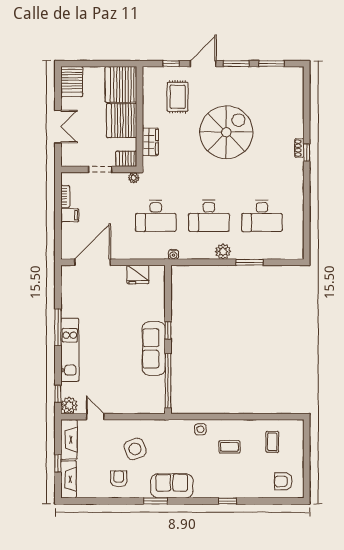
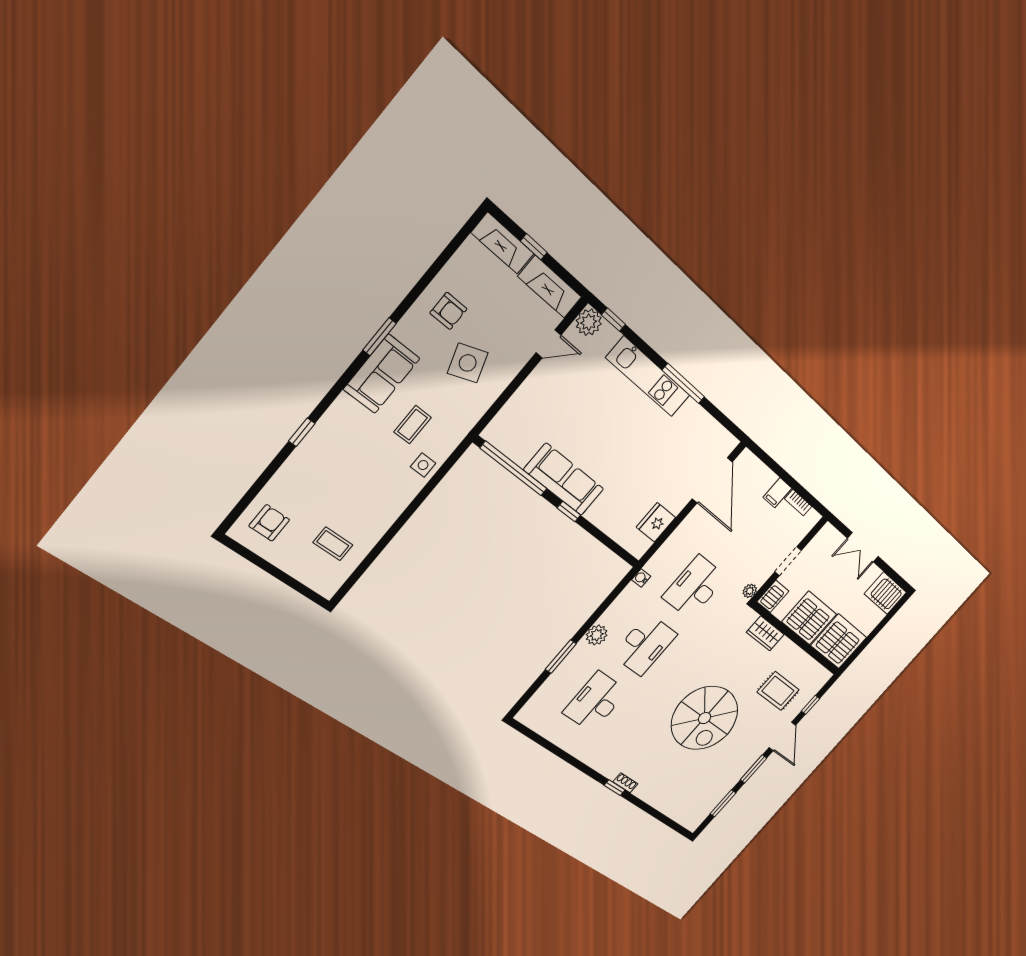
desk: (209, 216) -> (645, 645), turned 180
coffee table: (229, 447) -> (413, 425), moved

